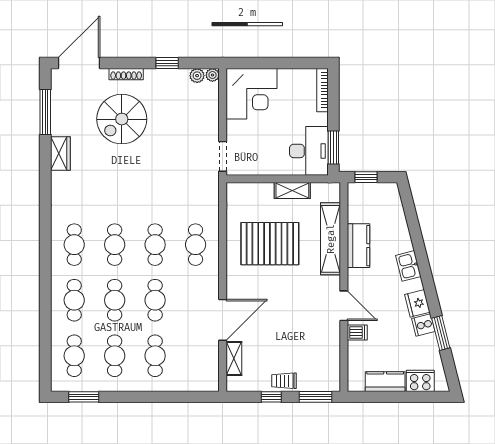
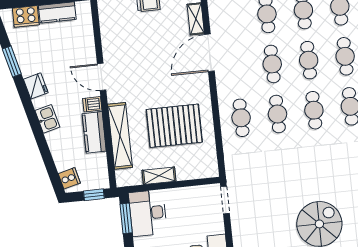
cooker: (423, 325) -> (69, 178), moved
dishwasher: (357, 332) -> (92, 104), moved

